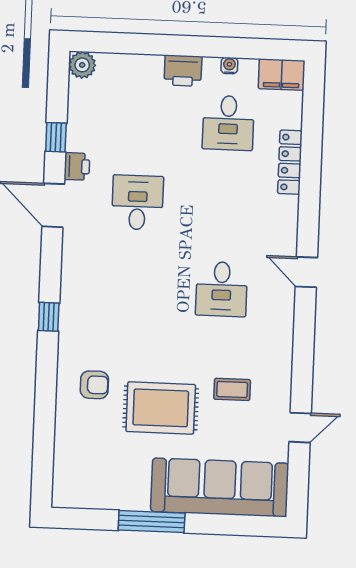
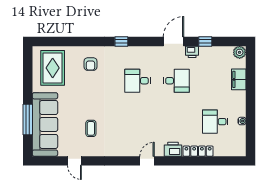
printer: (183, 71) -> (173, 149), moved, turned 90
filing cabinet: (281, 75) -> (239, 79), moved
desk: (222, 289) -> (138, 81), moved
rug: (161, 408) -> (53, 68), moved
window: (152, 522) -> (28, 119), moved

